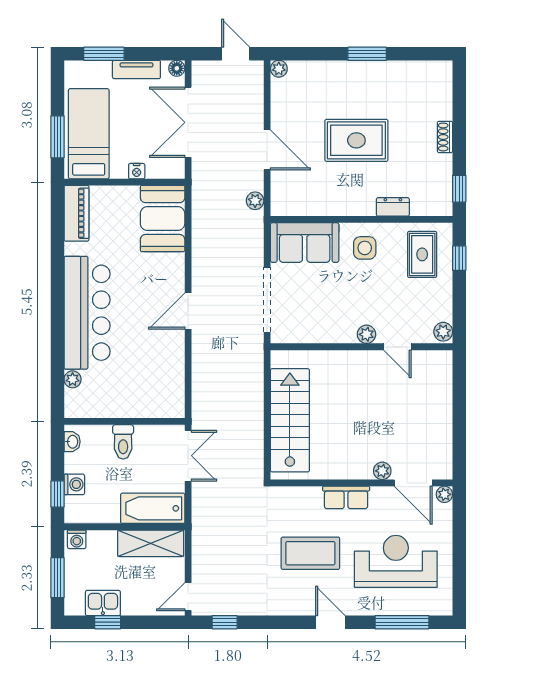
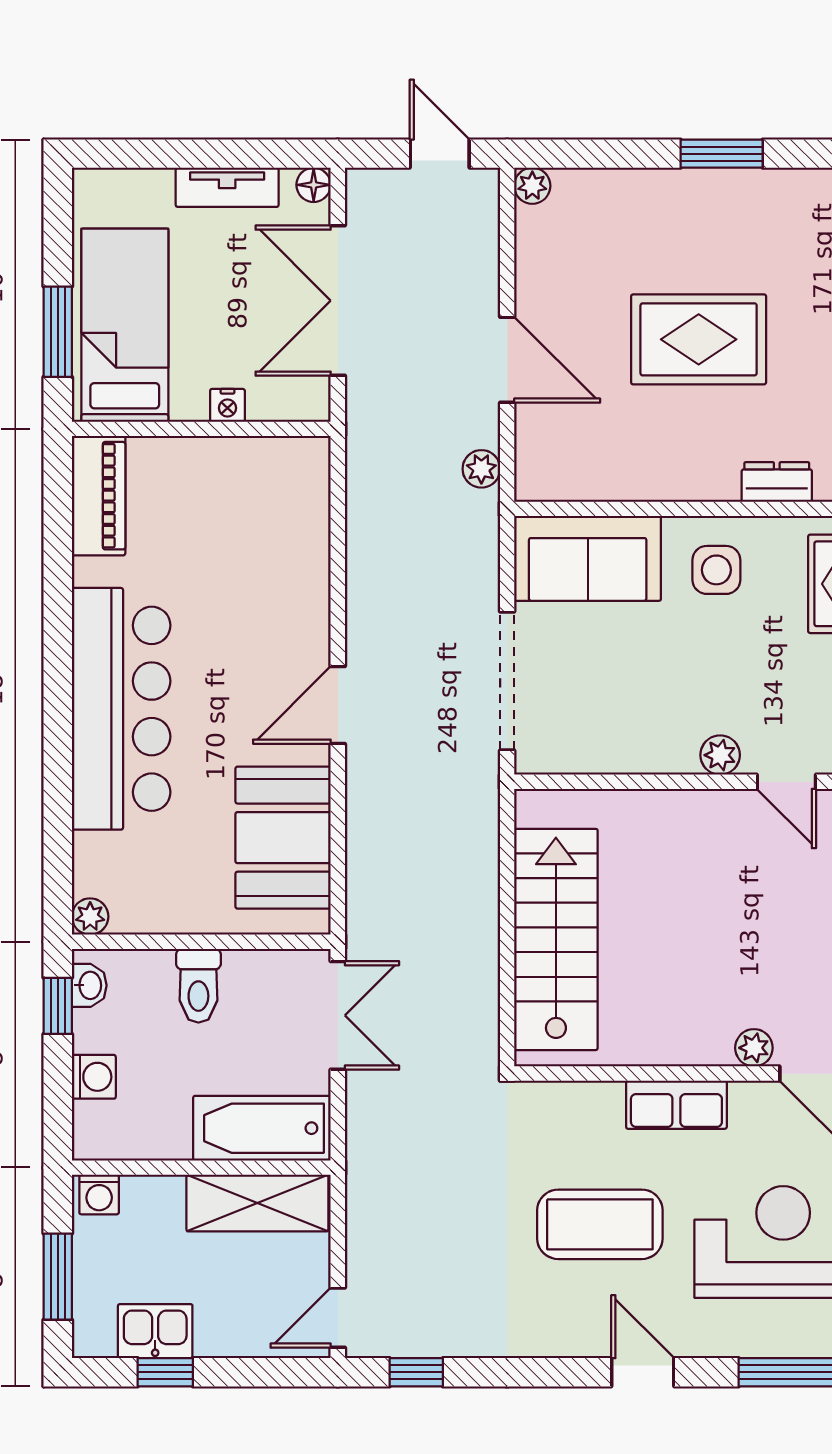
window: (104, 54) -> (157, 154), removed
booth: (163, 219) -> (283, 838), moved
plant: (73, 379) -> (90, 917), moved
window: (57, 494) -> (58, 1006), moved

